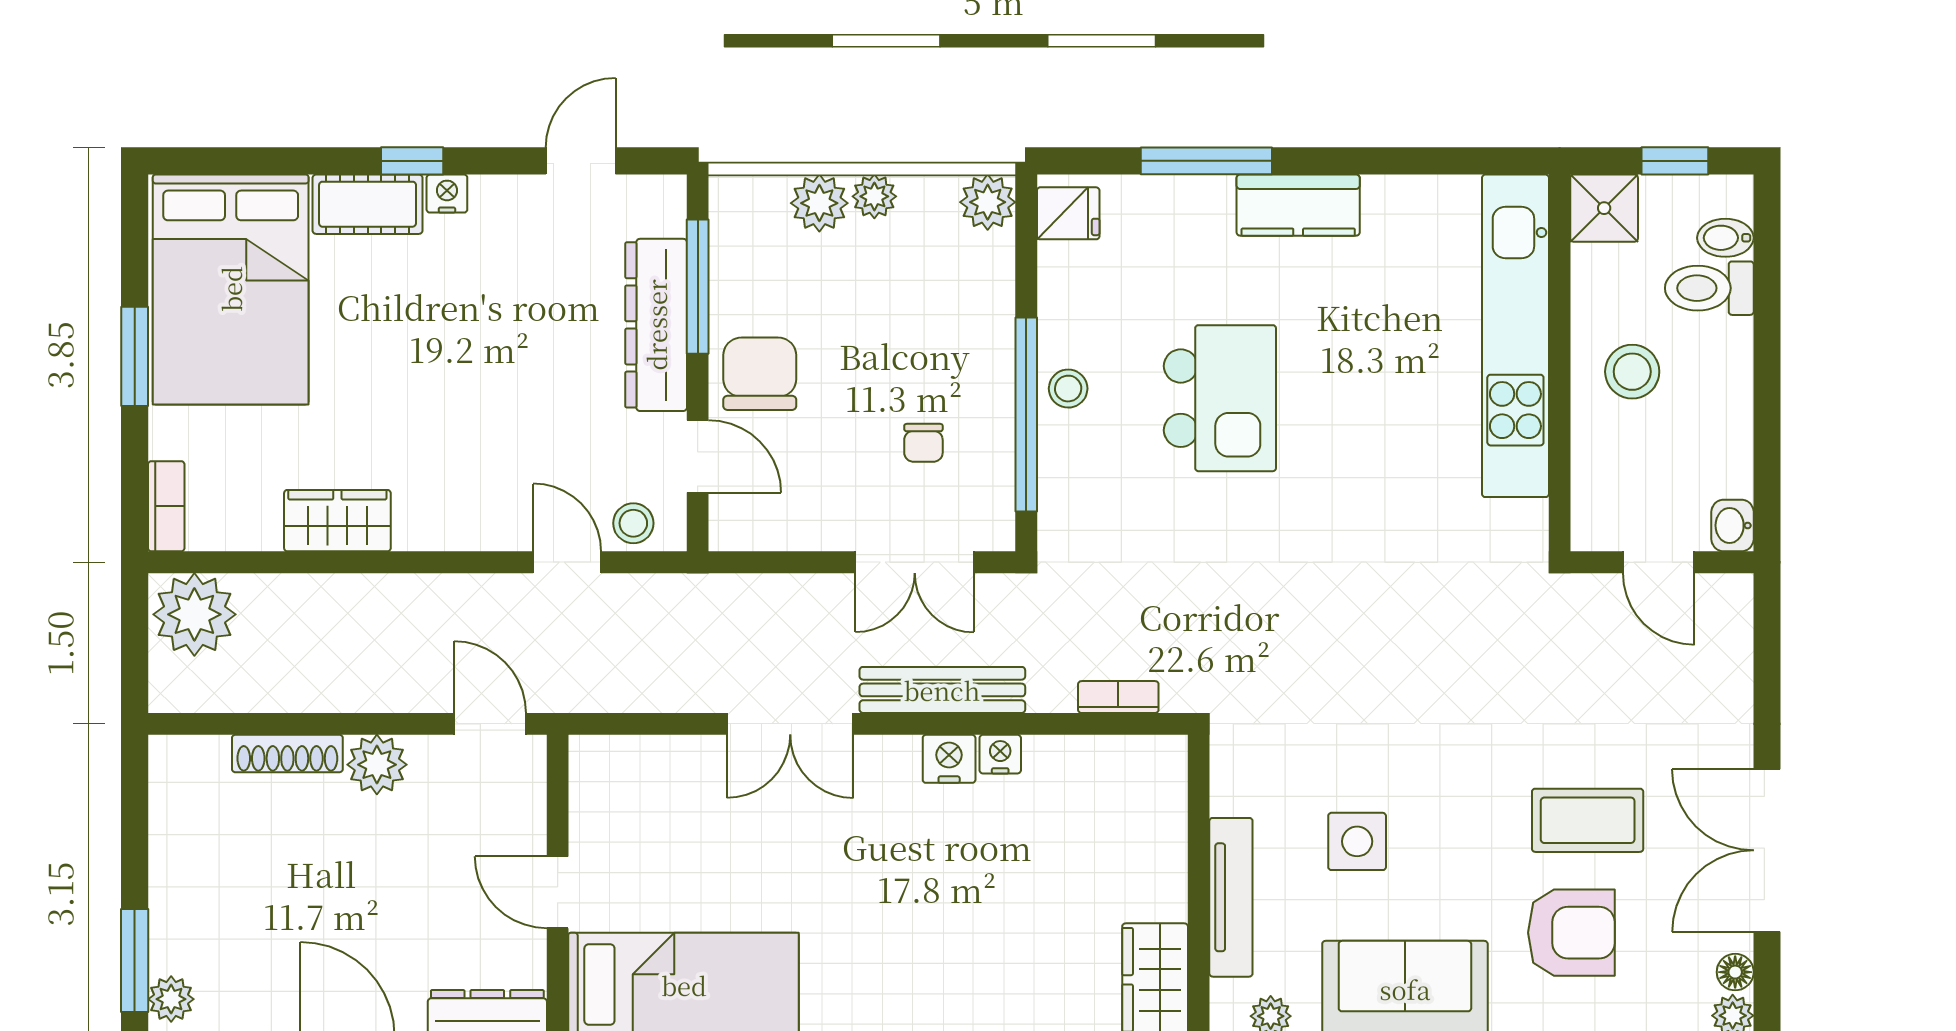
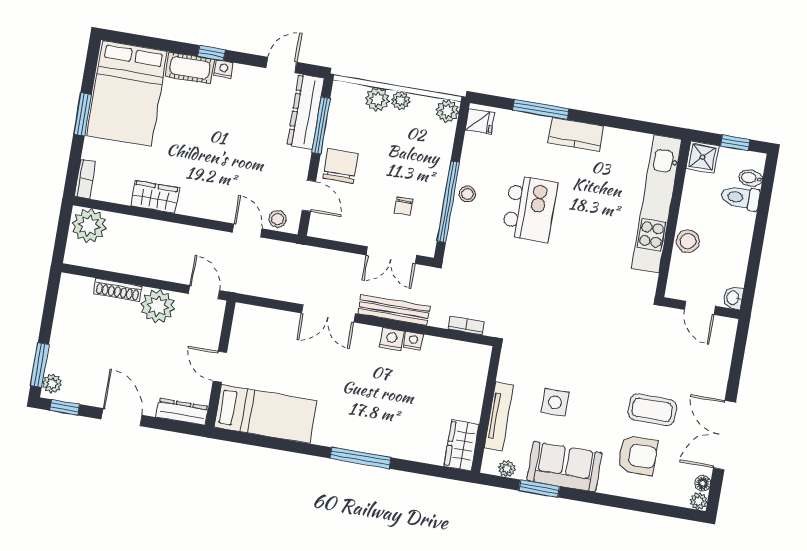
dresser: (656, 325) -> (306, 112), moved
stool: (1632, 372) -> (688, 241), moved
plant: (377, 765) -> (158, 306), width x1.36, depth x1.36

